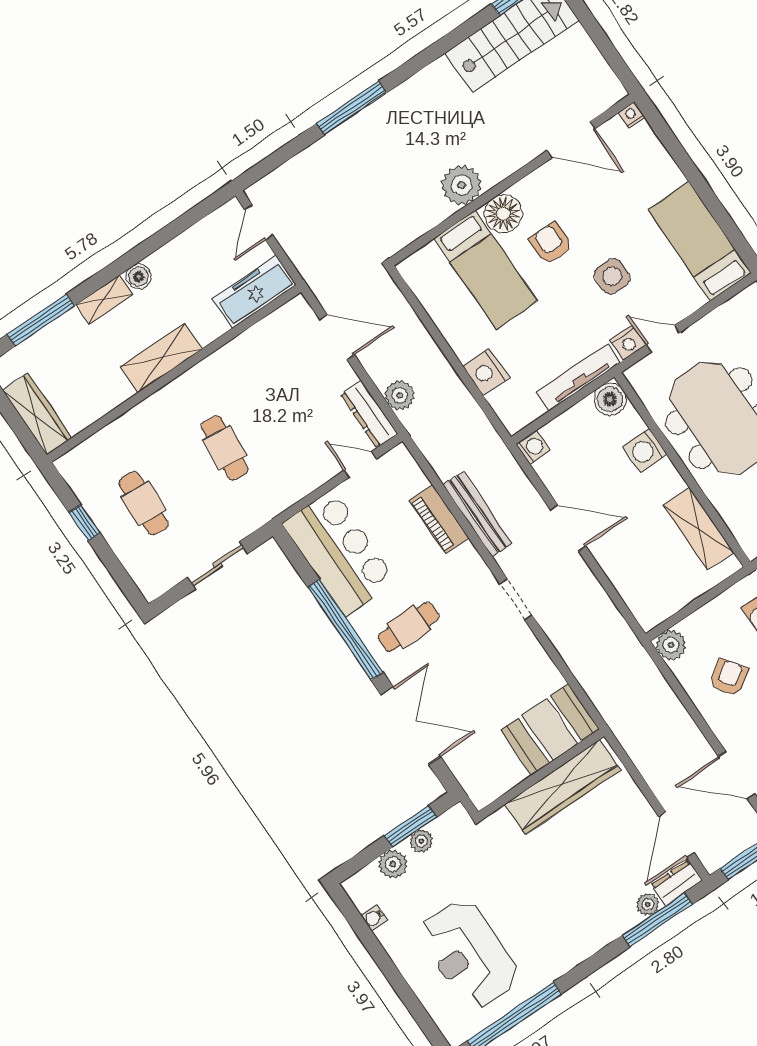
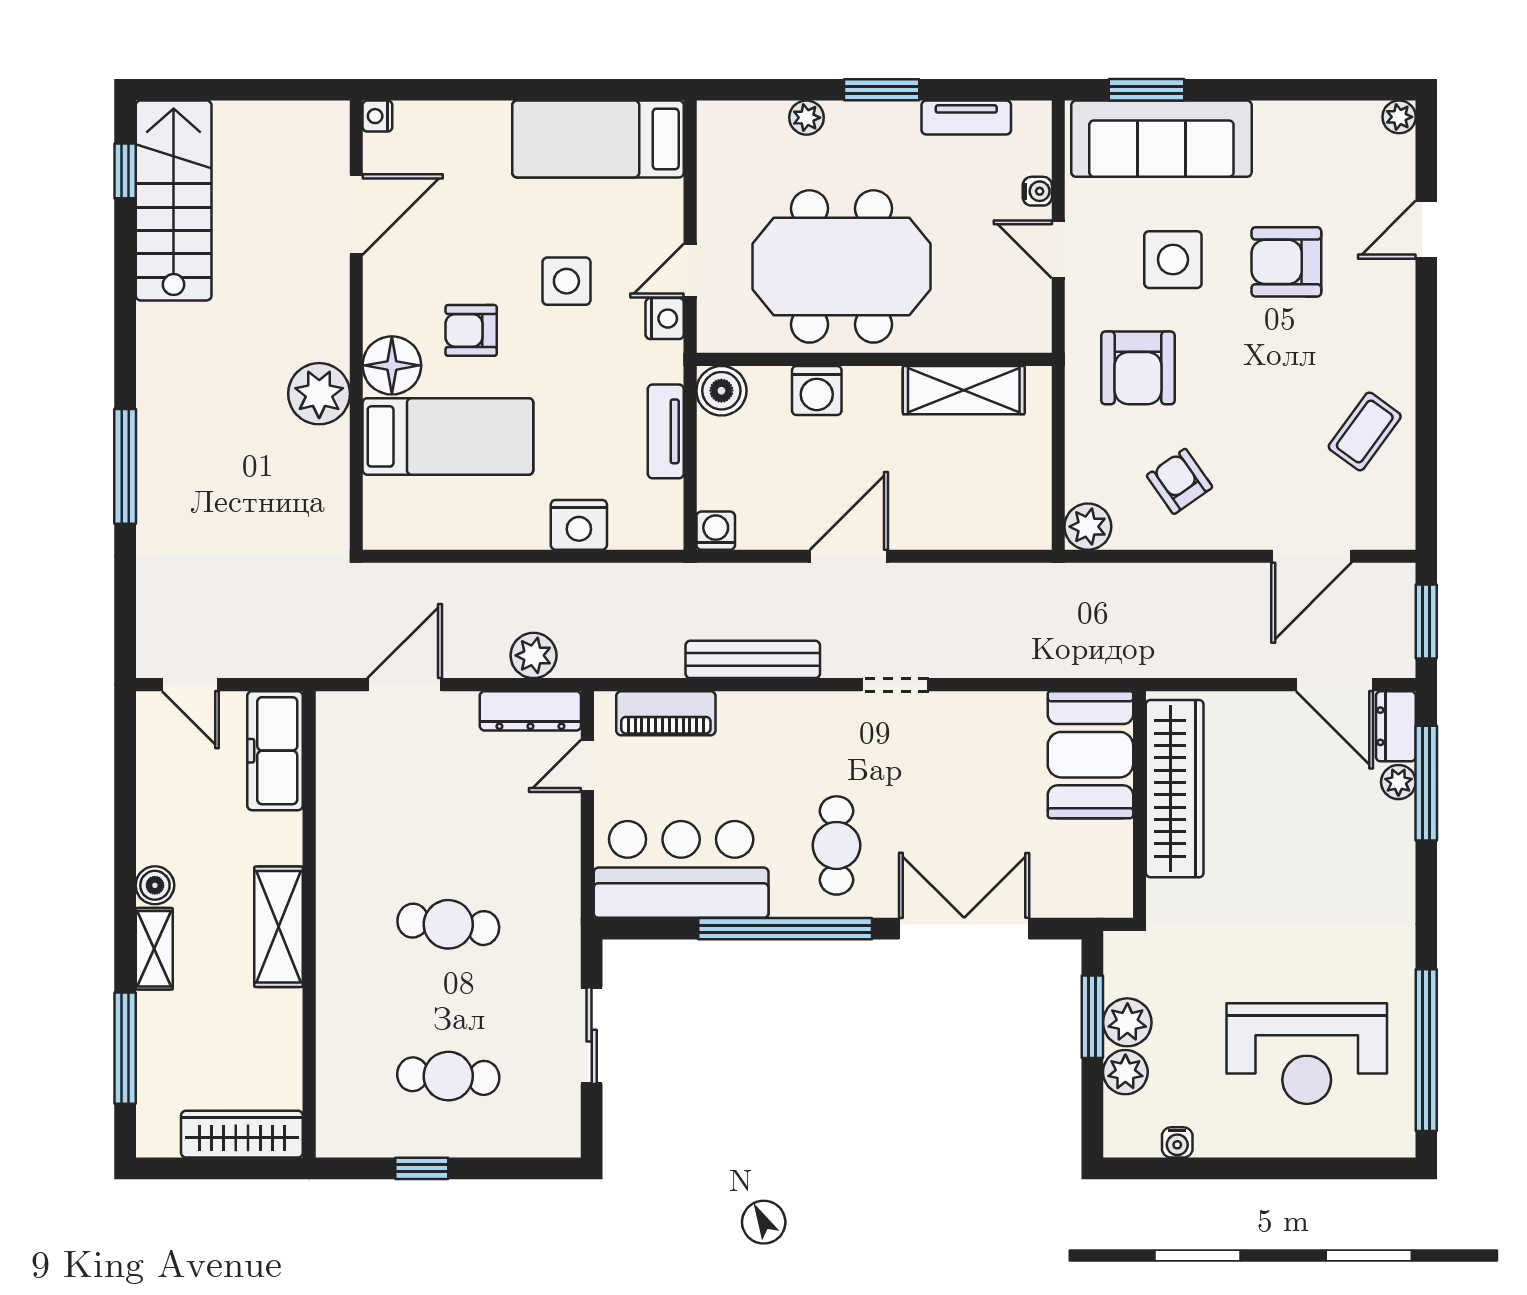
tv unit: (578, 377) -> (666, 431), width x0.71
piano: (439, 519) -> (666, 713), moved
plant: (421, 841) -> (1127, 1022), width x1.38, depth x1.38

